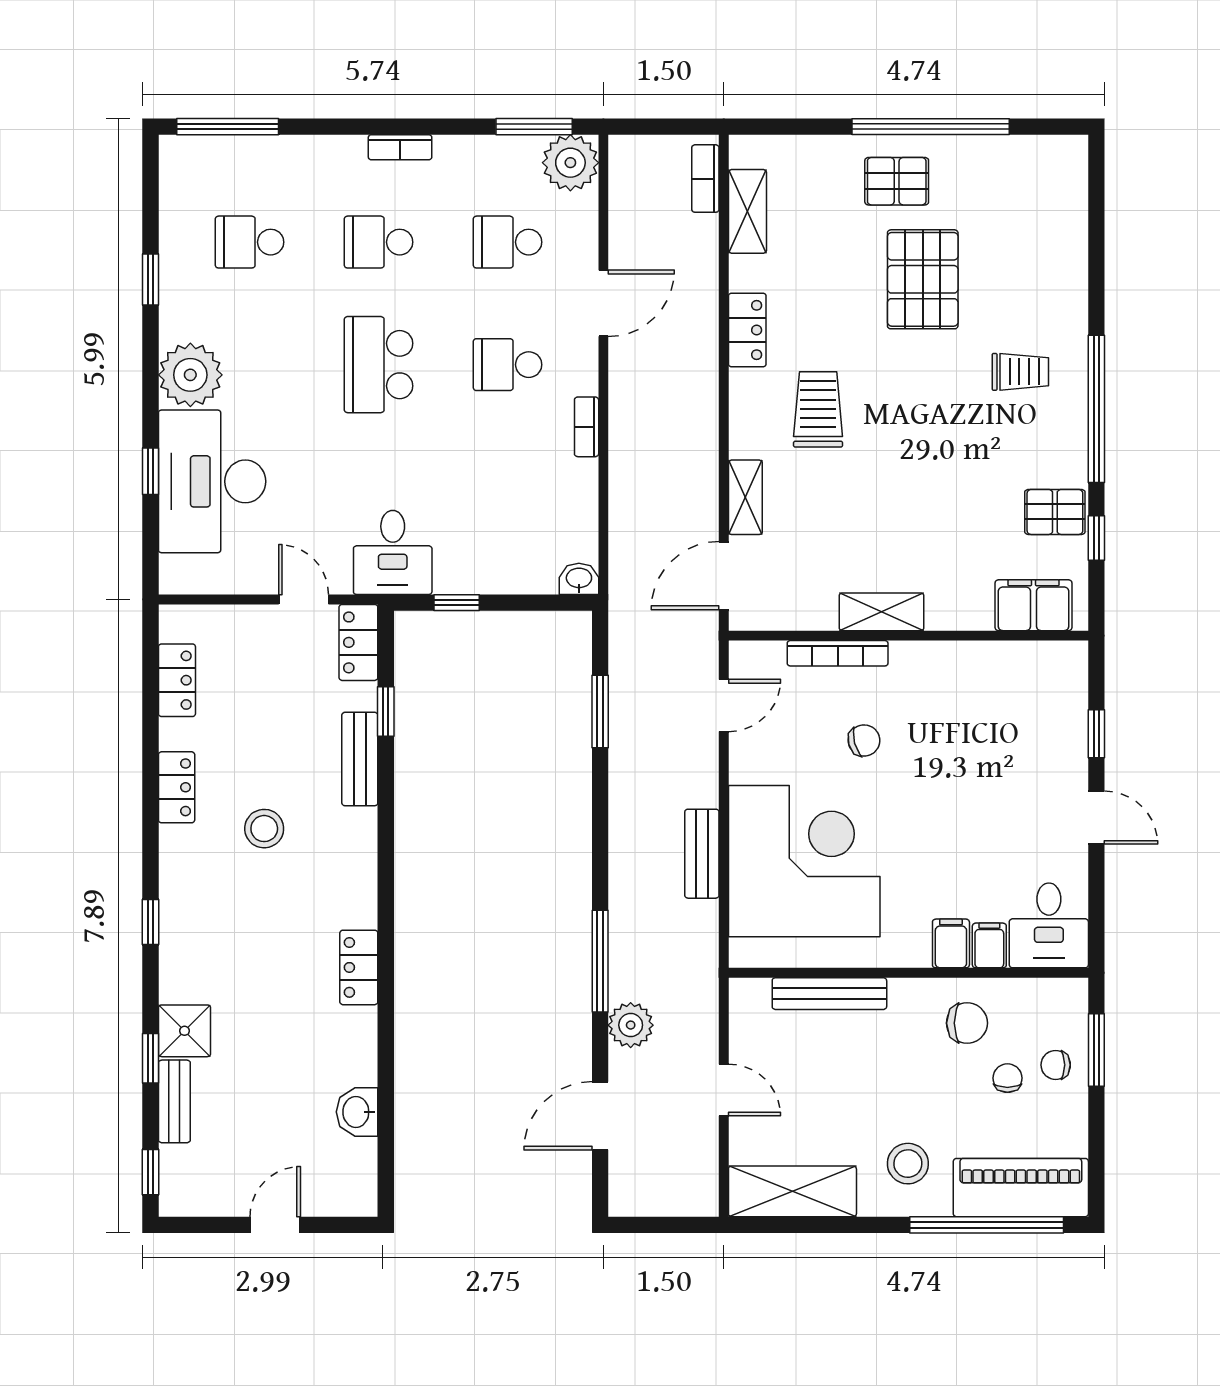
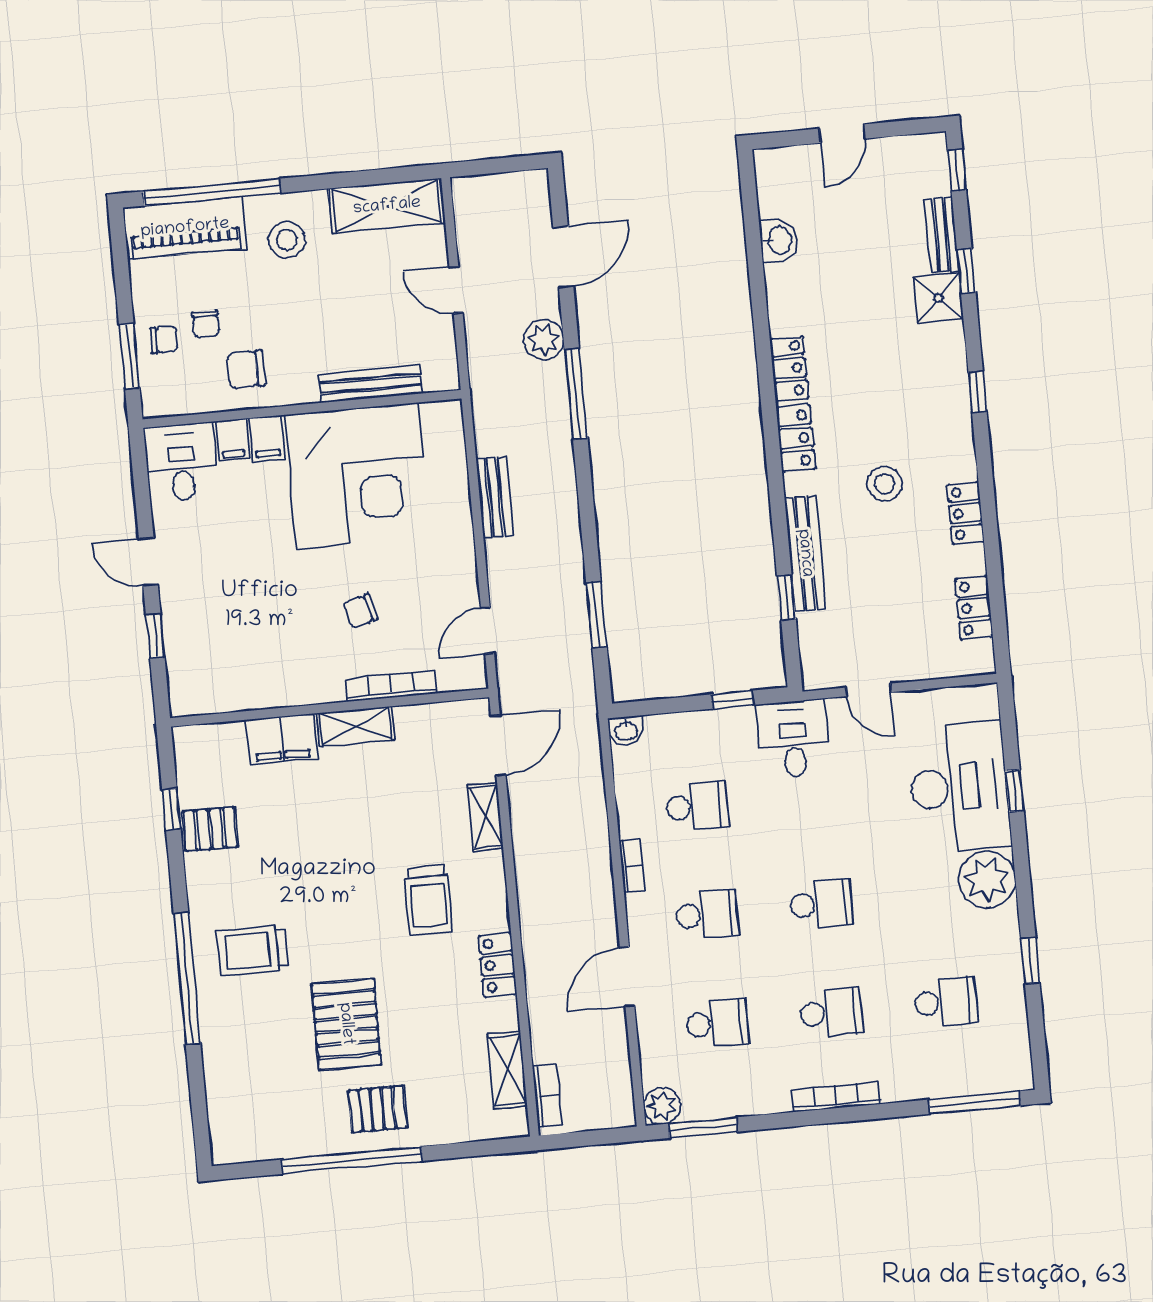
bookcase: (400, 147) -> (836, 1097), width x1.56
plant: (570, 163) -> (662, 1106), width x0.73, depth x0.73
school desk: (379, 365) -> (821, 904), width x0.54
trolley: (1020, 372) -> (252, 950), width x1.36, depth x1.39
window: (1096, 409) -> (187, 979), moved
school desk: (508, 487) -> (697, 806), added
filing cabinet: (1033, 605) -> (282, 739), moved
locker: (358, 642) -> (796, 438), moved
bench: (360, 759) -> (805, 553), width x1.36
corner desk: (804, 861) -> (357, 476), moved, turned -90

